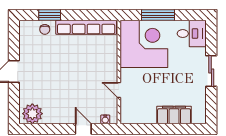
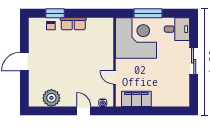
row of seats: (86, 27) -> (73, 24), width x0.50
plant: (32, 114) -> (51, 98), moved
filing cabinet: (174, 115) -> (136, 99), moved

